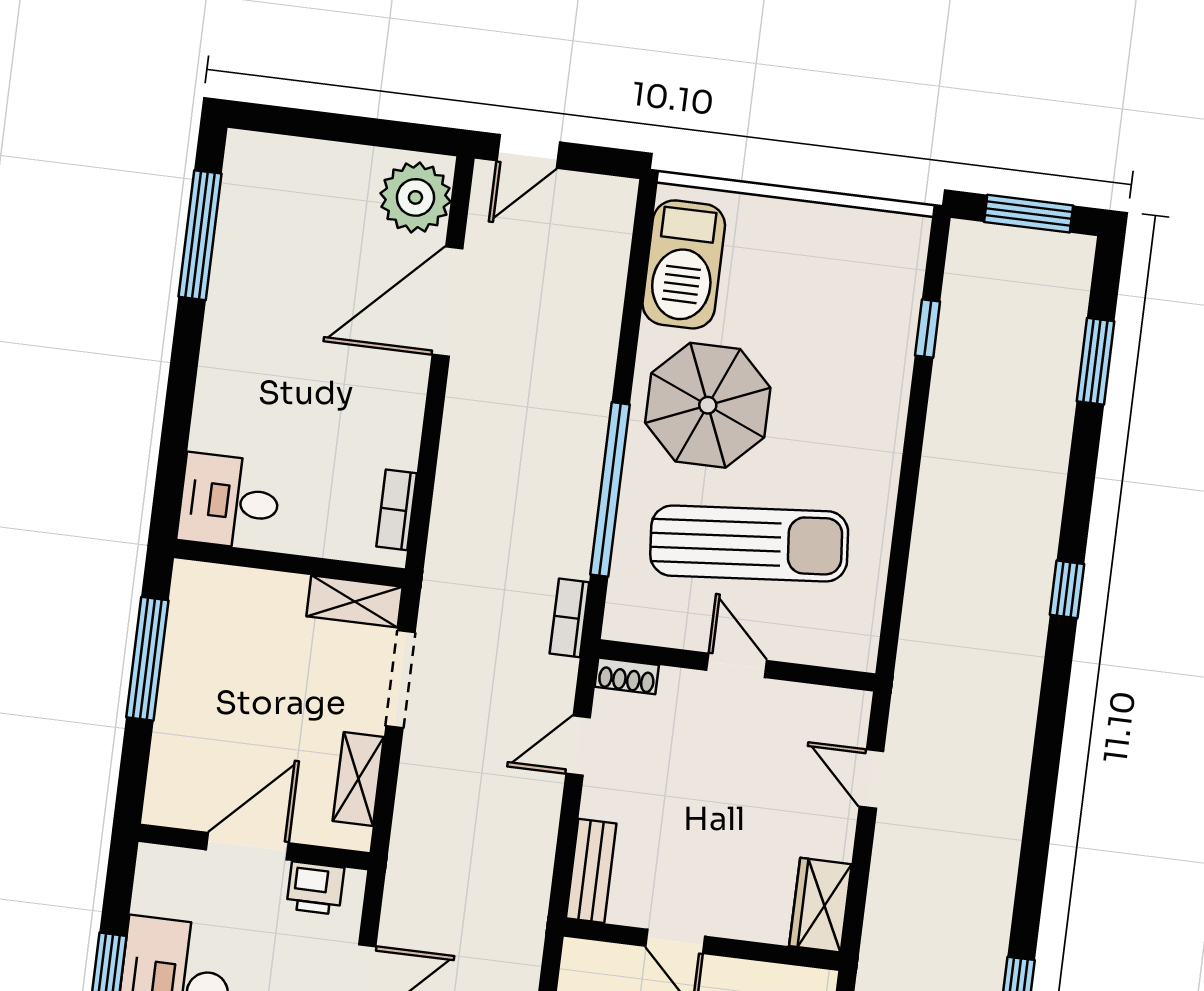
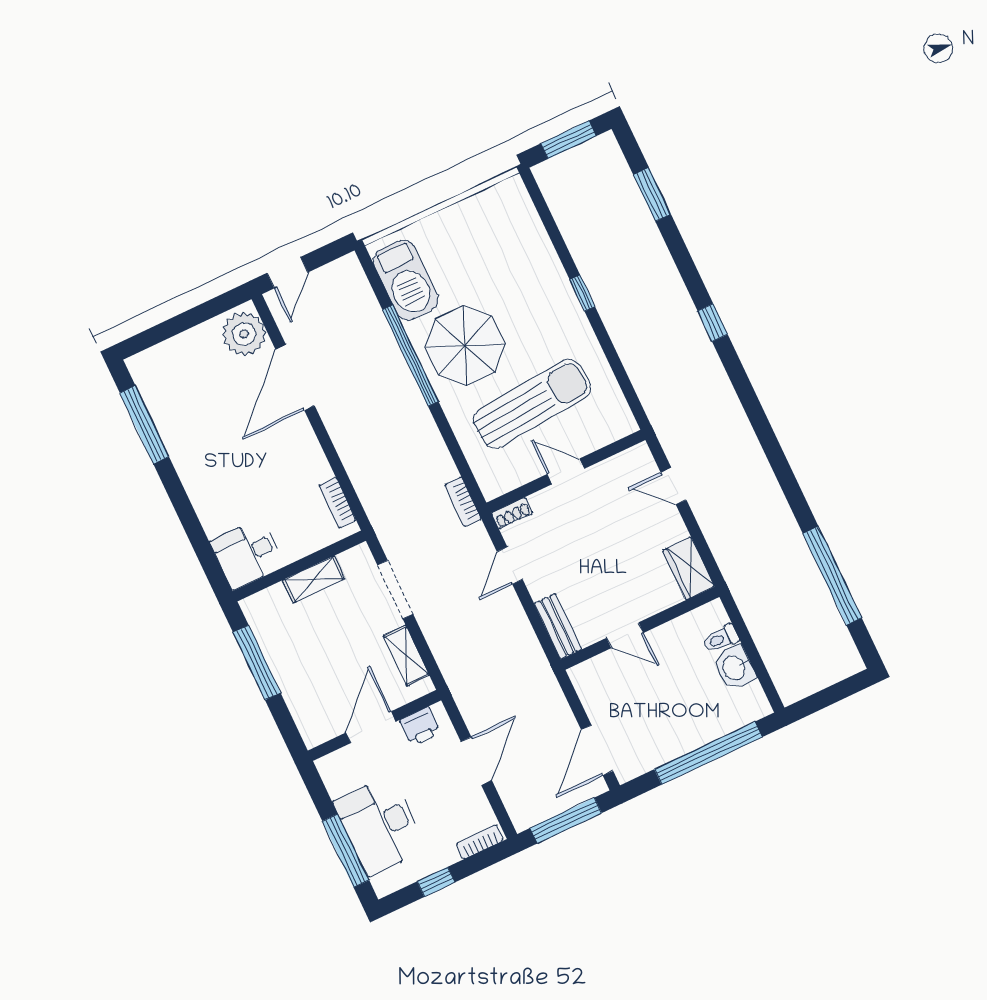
window: (928, 328) -> (582, 293), moved
window: (610, 489) -> (410, 356), moved
shelving: (354, 601) -> (314, 579), moved

